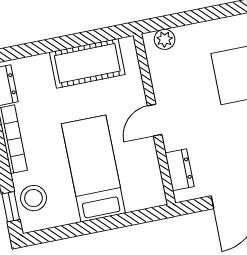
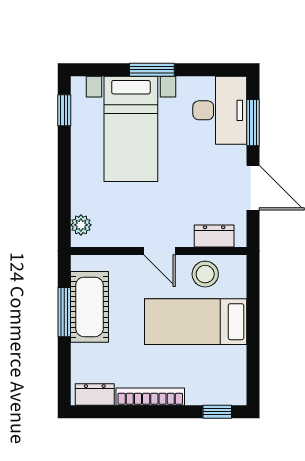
window: (77, 40) -> (64, 312), added
stool: (33, 198) -> (205, 274), moved

